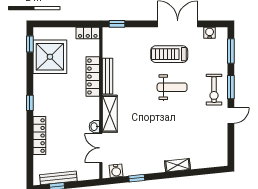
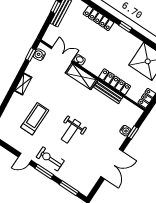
window: (117, 24) -> (133, 133), moved
water cooler: (210, 33) -> (125, 131), moved
treadmill: (169, 54) -> (35, 119), moved
door: (231, 115) -> (25, 159), hinge flipped
shelving: (178, 165) -> (23, 84), moved
window: (137, 178) -> (31, 55), moved

